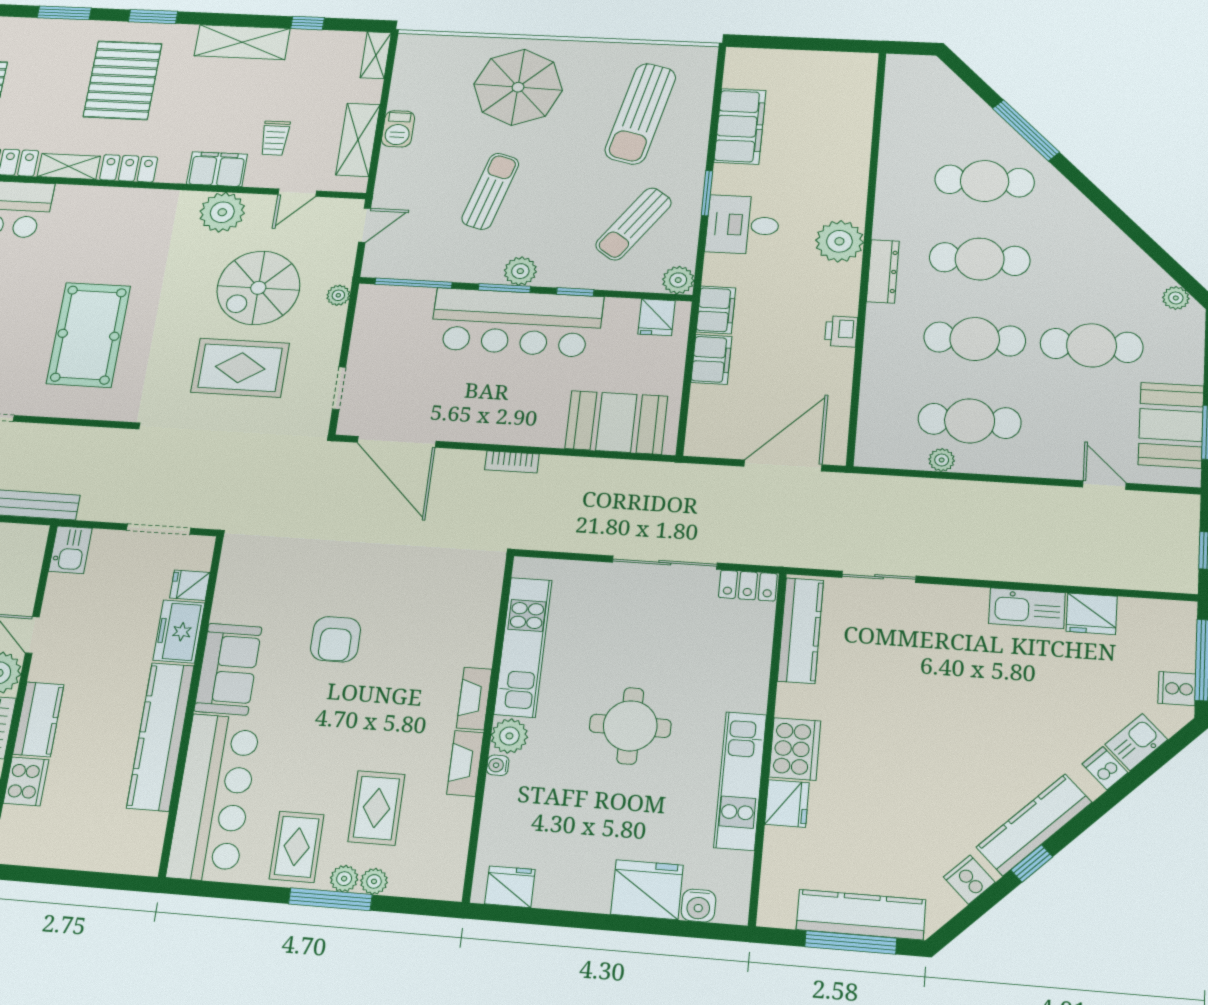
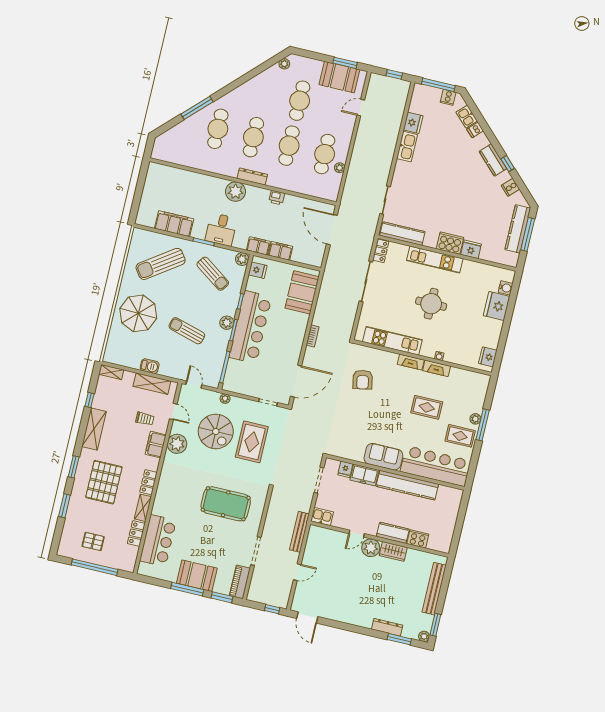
pallet: (123, 80) -> (104, 482), turned 90
sun lounger: (640, 114) -> (161, 264), turned 132
armchair: (336, 639) -> (363, 380), moved, turned 79
plant: (509, 736) -> (428, 350), removed
kitchen unit: (740, 781) -> (435, 260), moved
rug: (376, 808) -> (427, 407), moved
kitchen counter: (1034, 825) -> (493, 160), width x0.67
plant: (374, 881) -> (478, 408), removed

